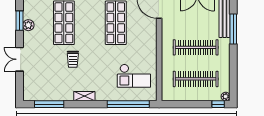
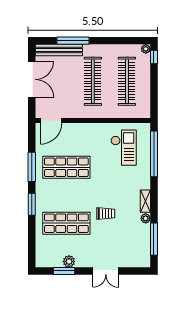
plant: (68, 96) -> (146, 218), added

